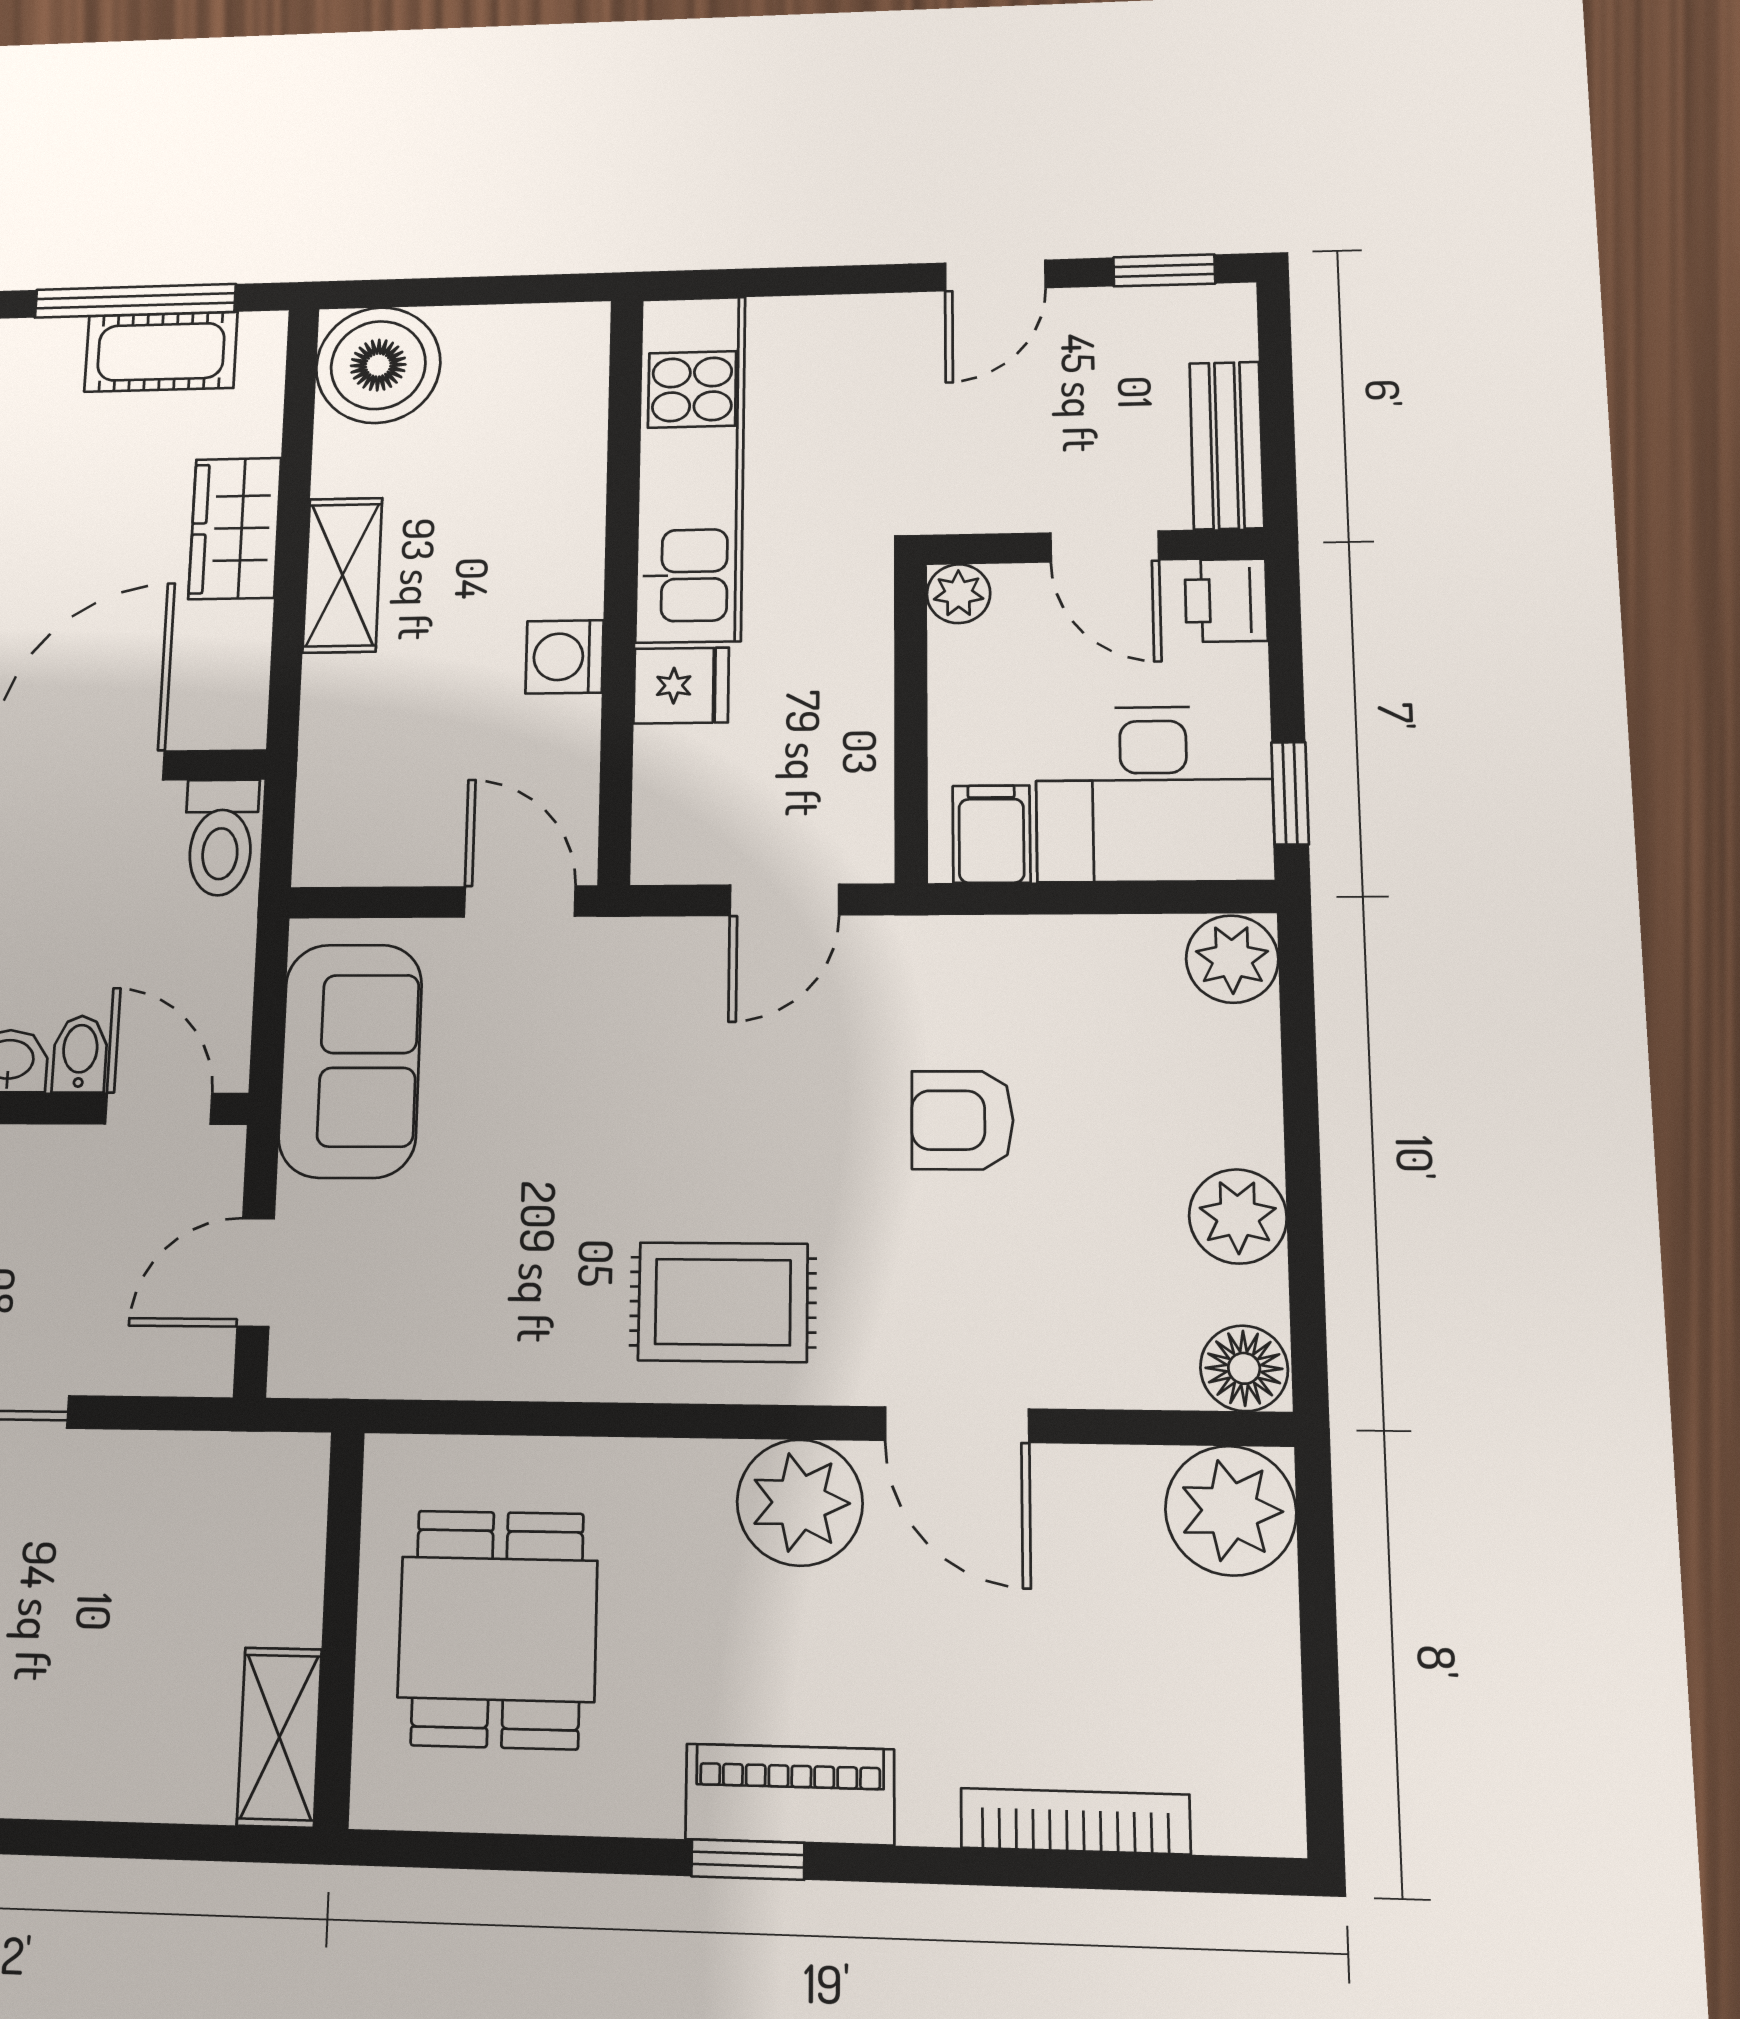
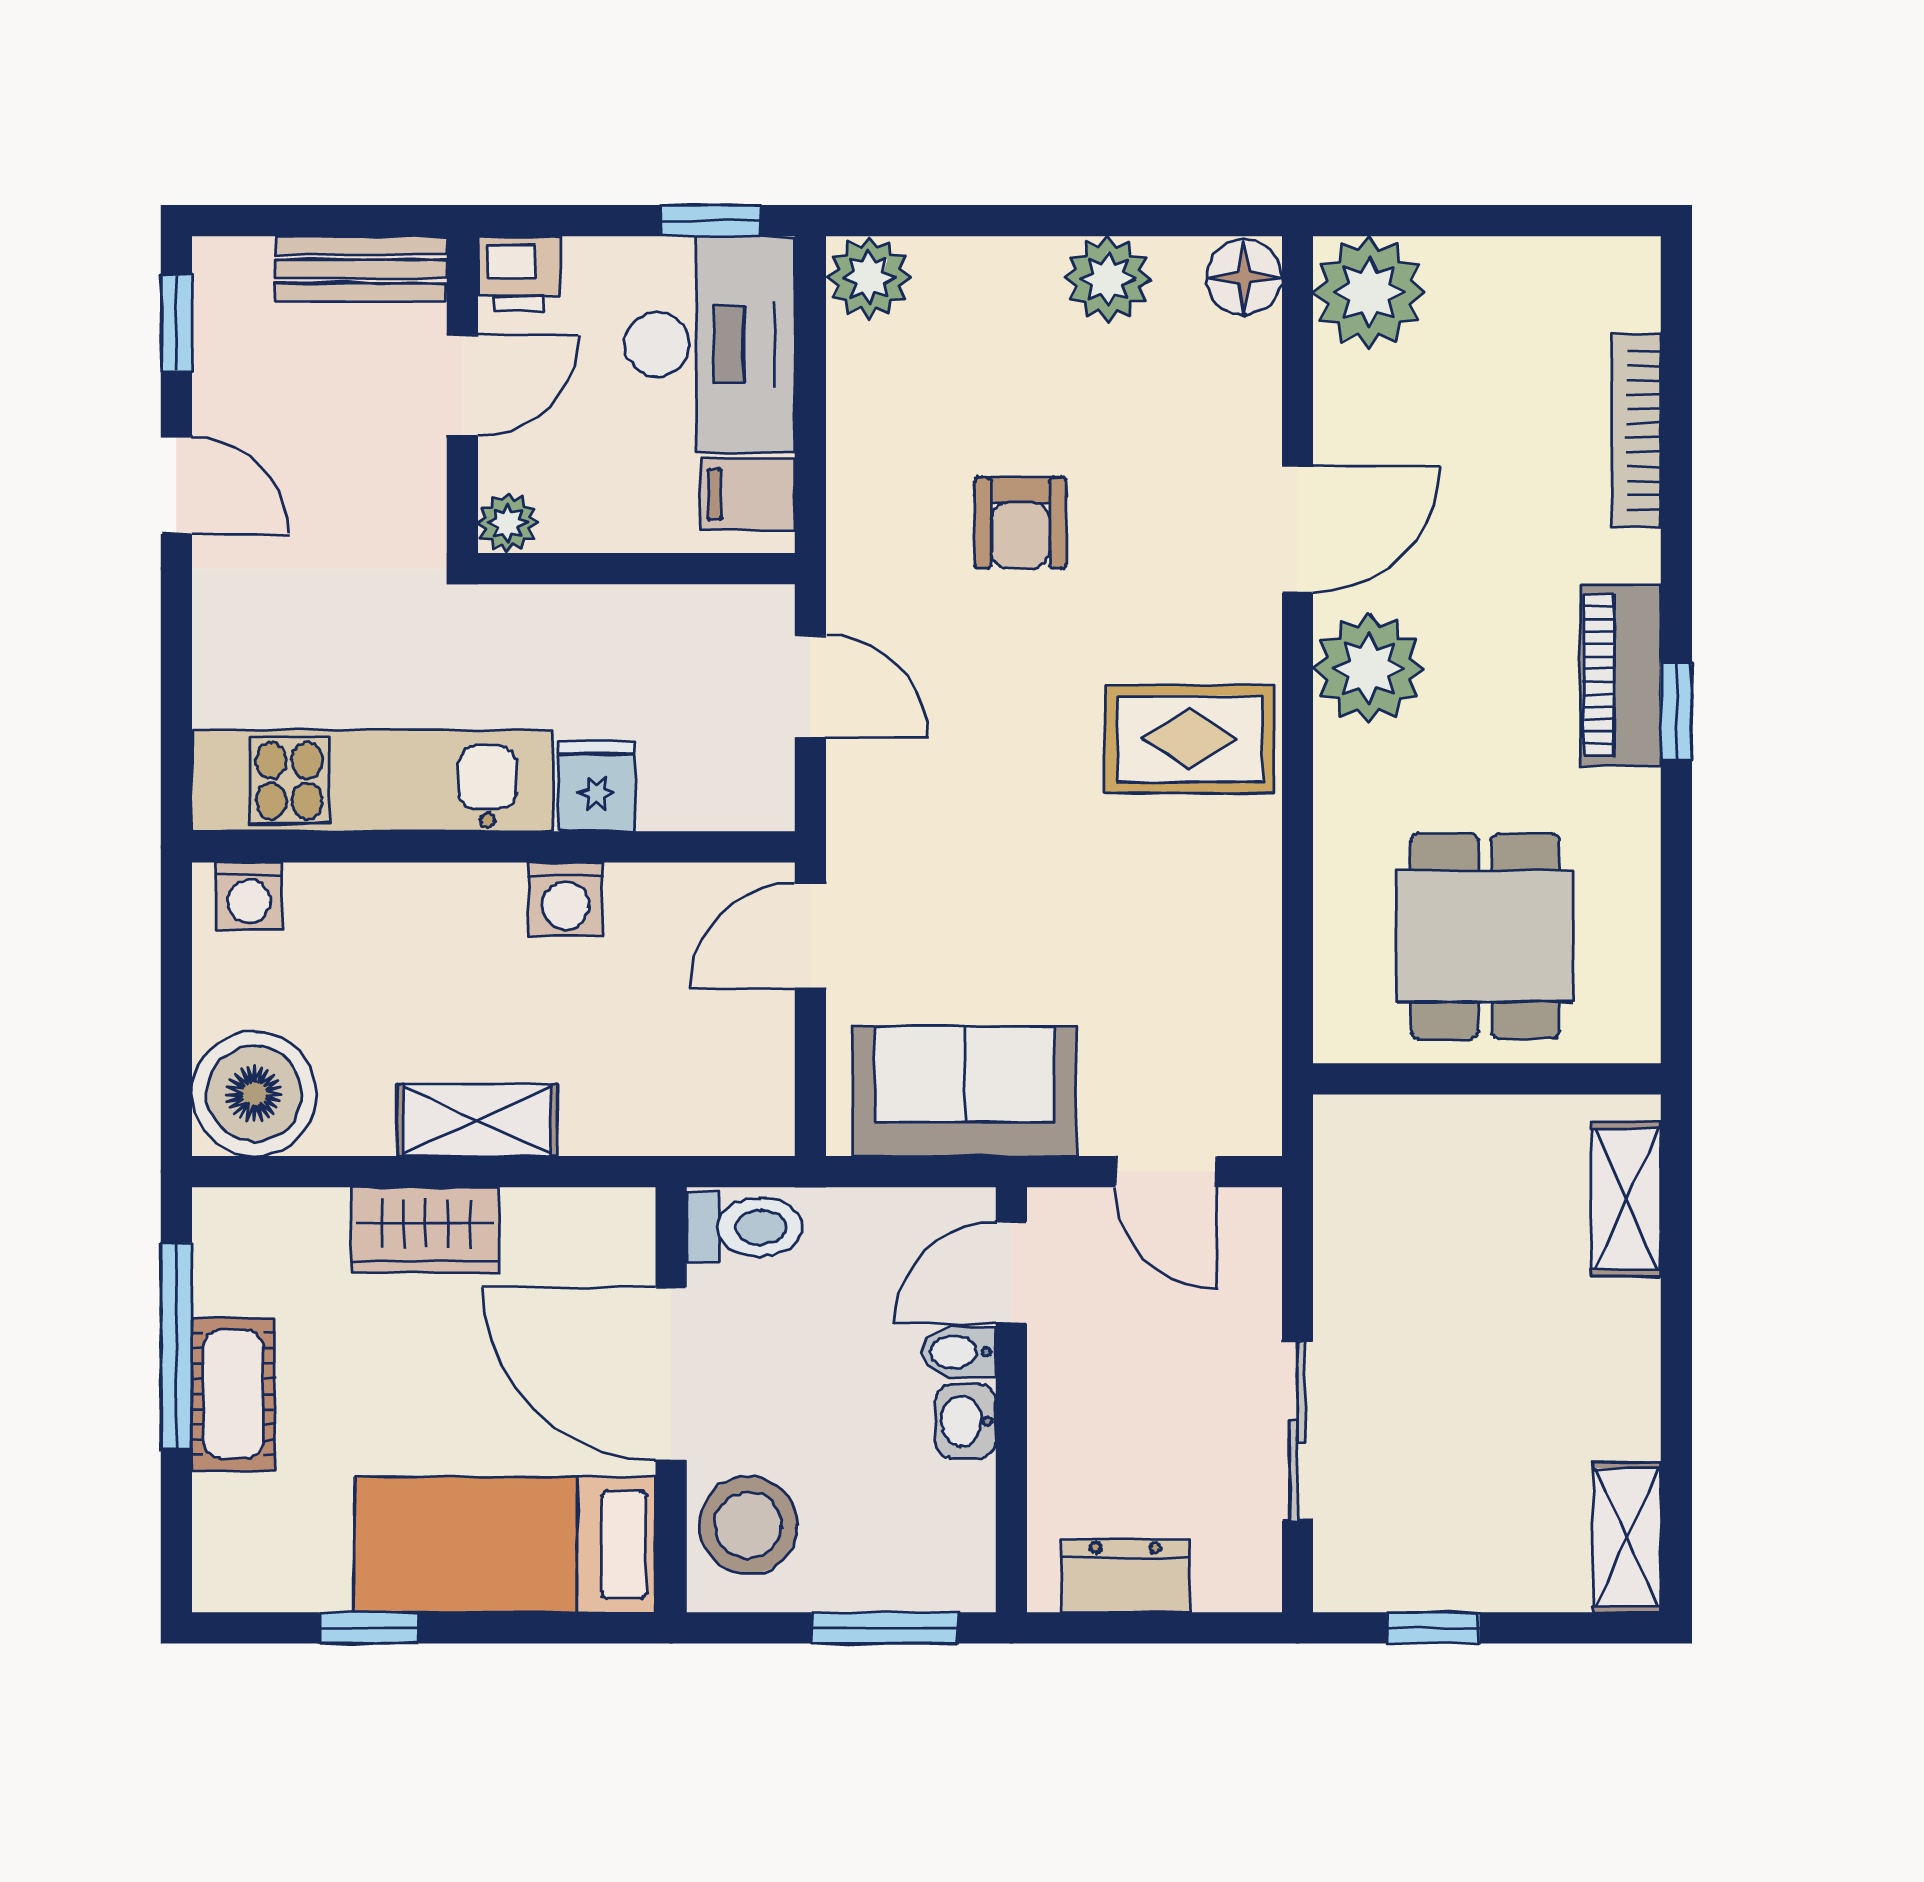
cot: (161, 352) -> (233, 1394), moved
washing machine: (576, 355) -> (249, 896), added
rug: (723, 1302) -> (1190, 739), turned 90
dining table: (498, 1629) -> (1485, 936), turned 90
shelving: (279, 1737) -> (1626, 1199), moved, turned 90

